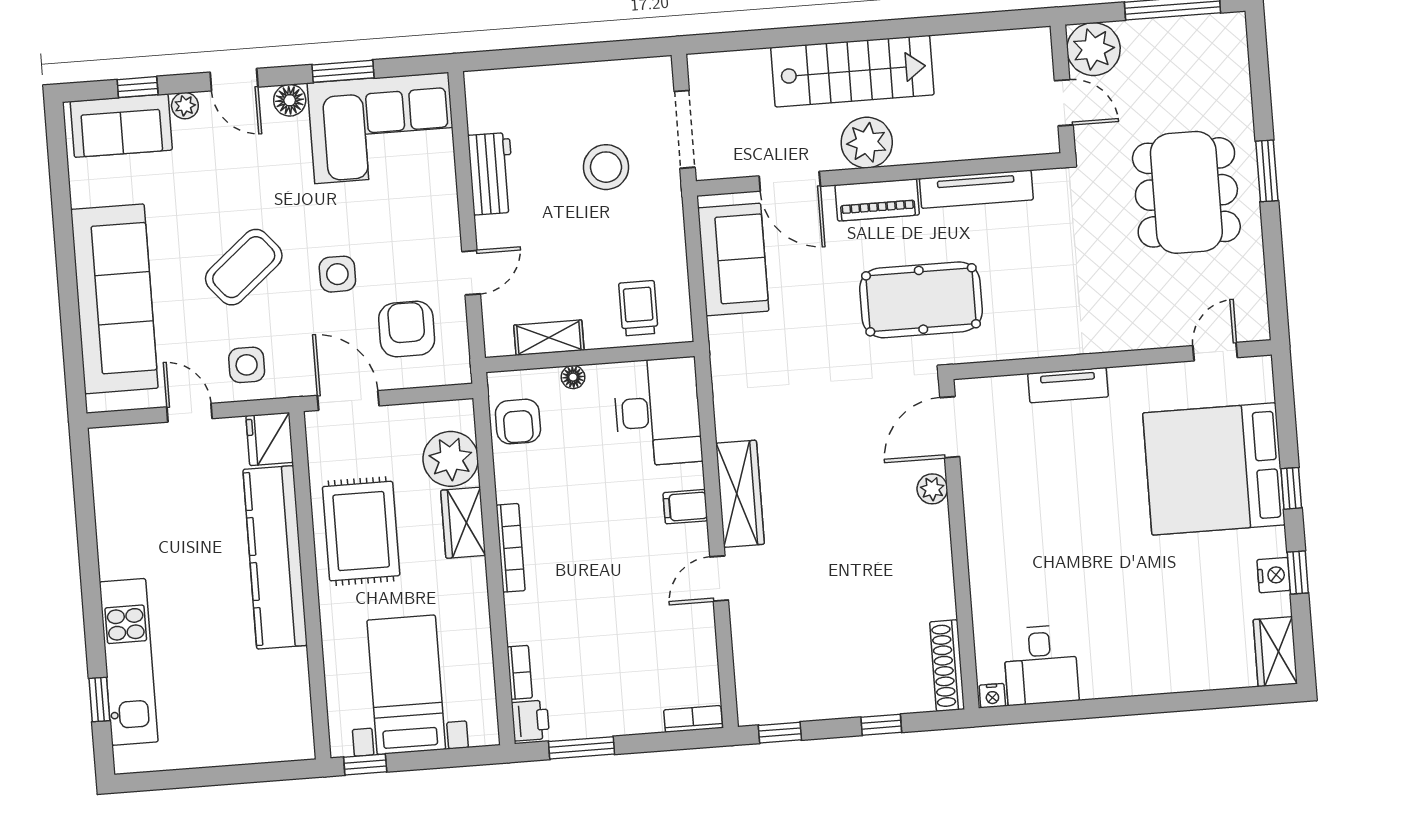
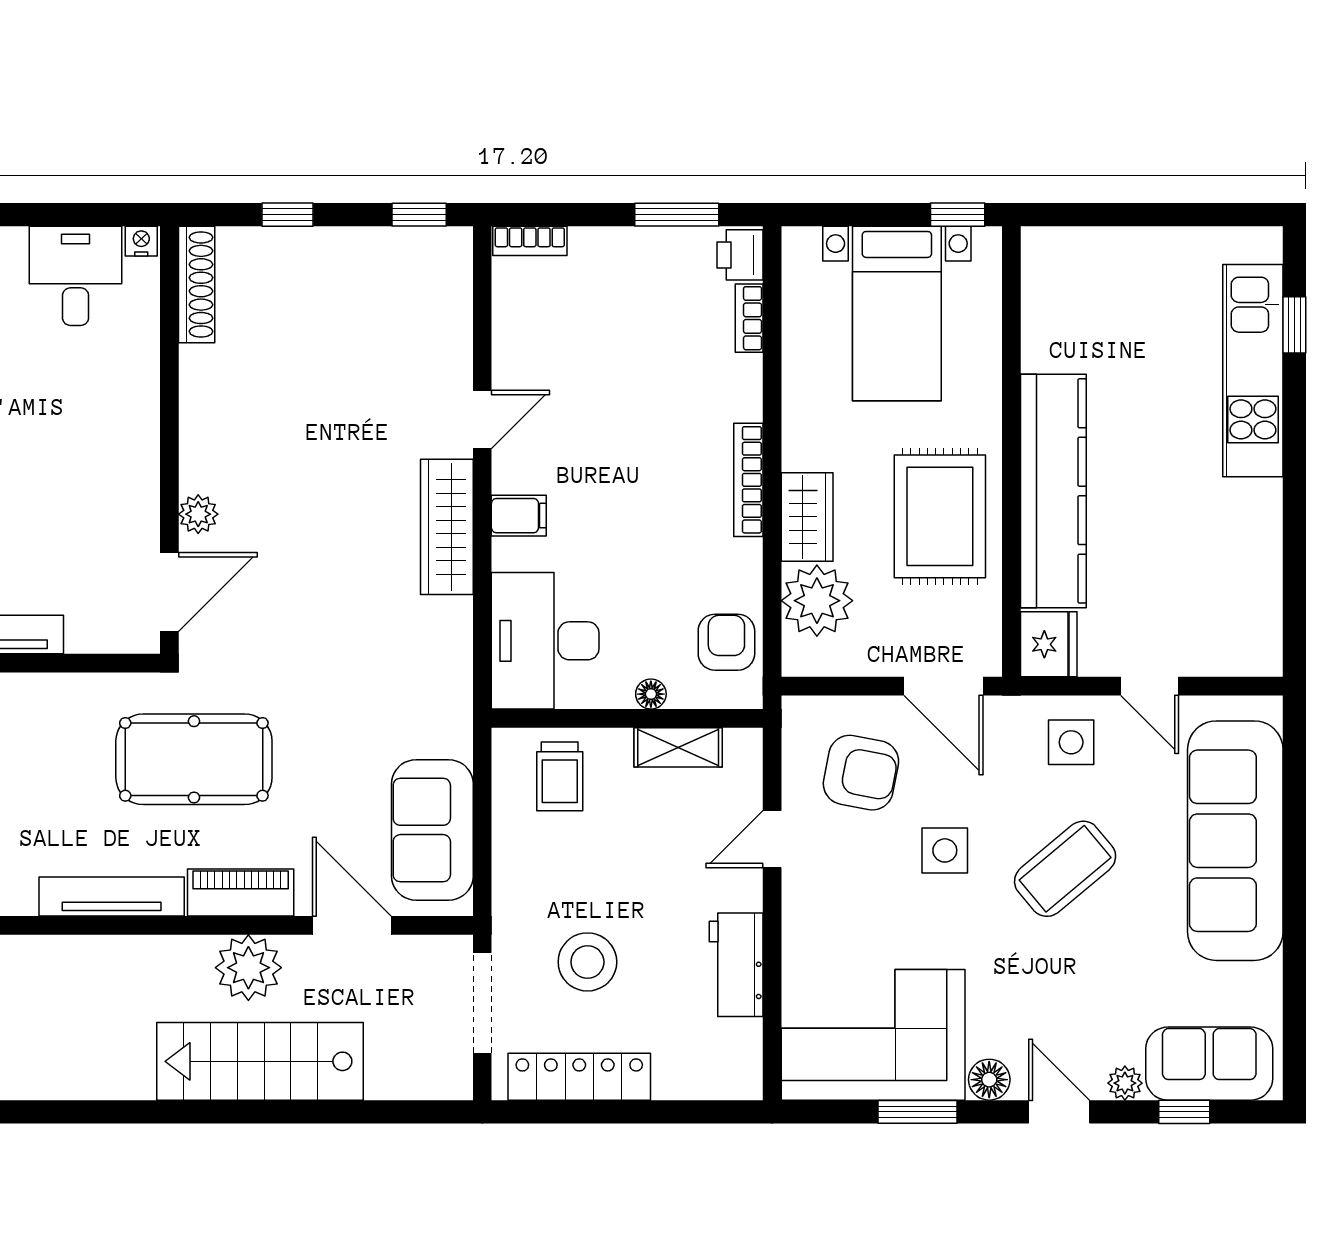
locker: (606, 78) -> (579, 1077), added
armchair: (407, 329) -> (861, 773), turned -79

